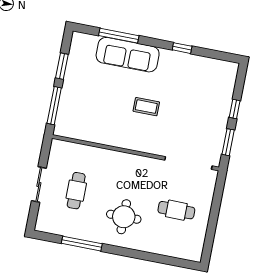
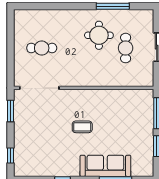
window: (235, 109) -> (11, 156), moved
round table: (124, 217) -> (99, 35), moved

